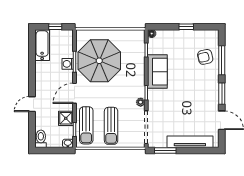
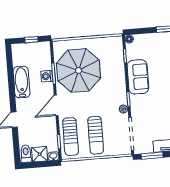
bathtub: (42, 45) -> (22, 82), moved
shower: (66, 118) -> (40, 154), moved

